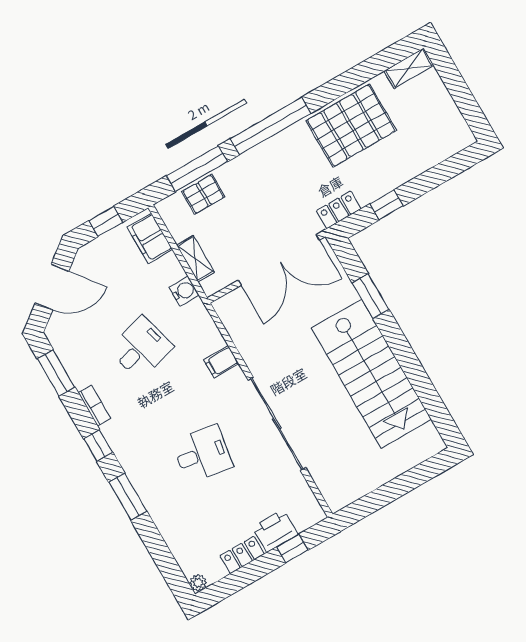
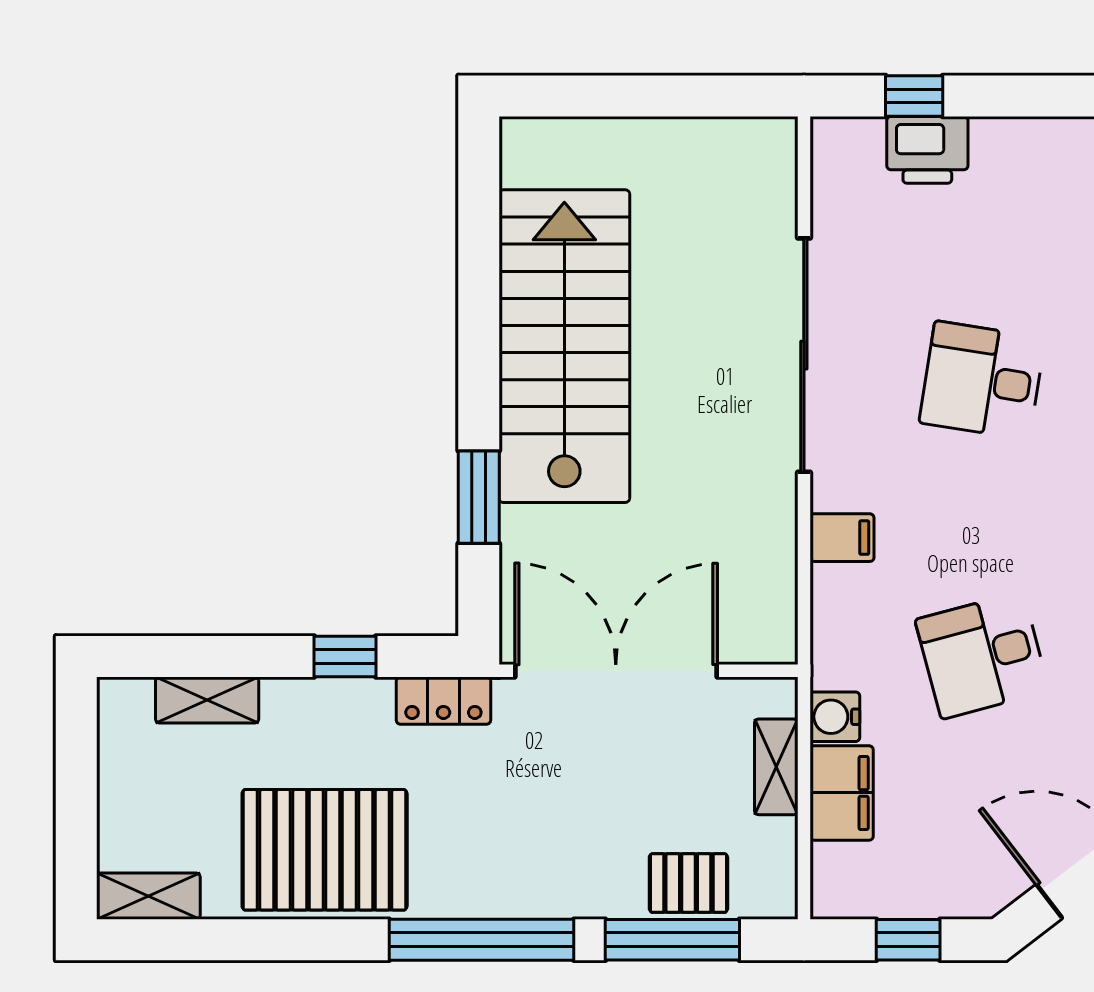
shelving: (430, 157) -> (207, 700), added
filing cabinet: (150, 238) -> (842, 793), moved
locker: (242, 555) -> (1019, 140), removed

